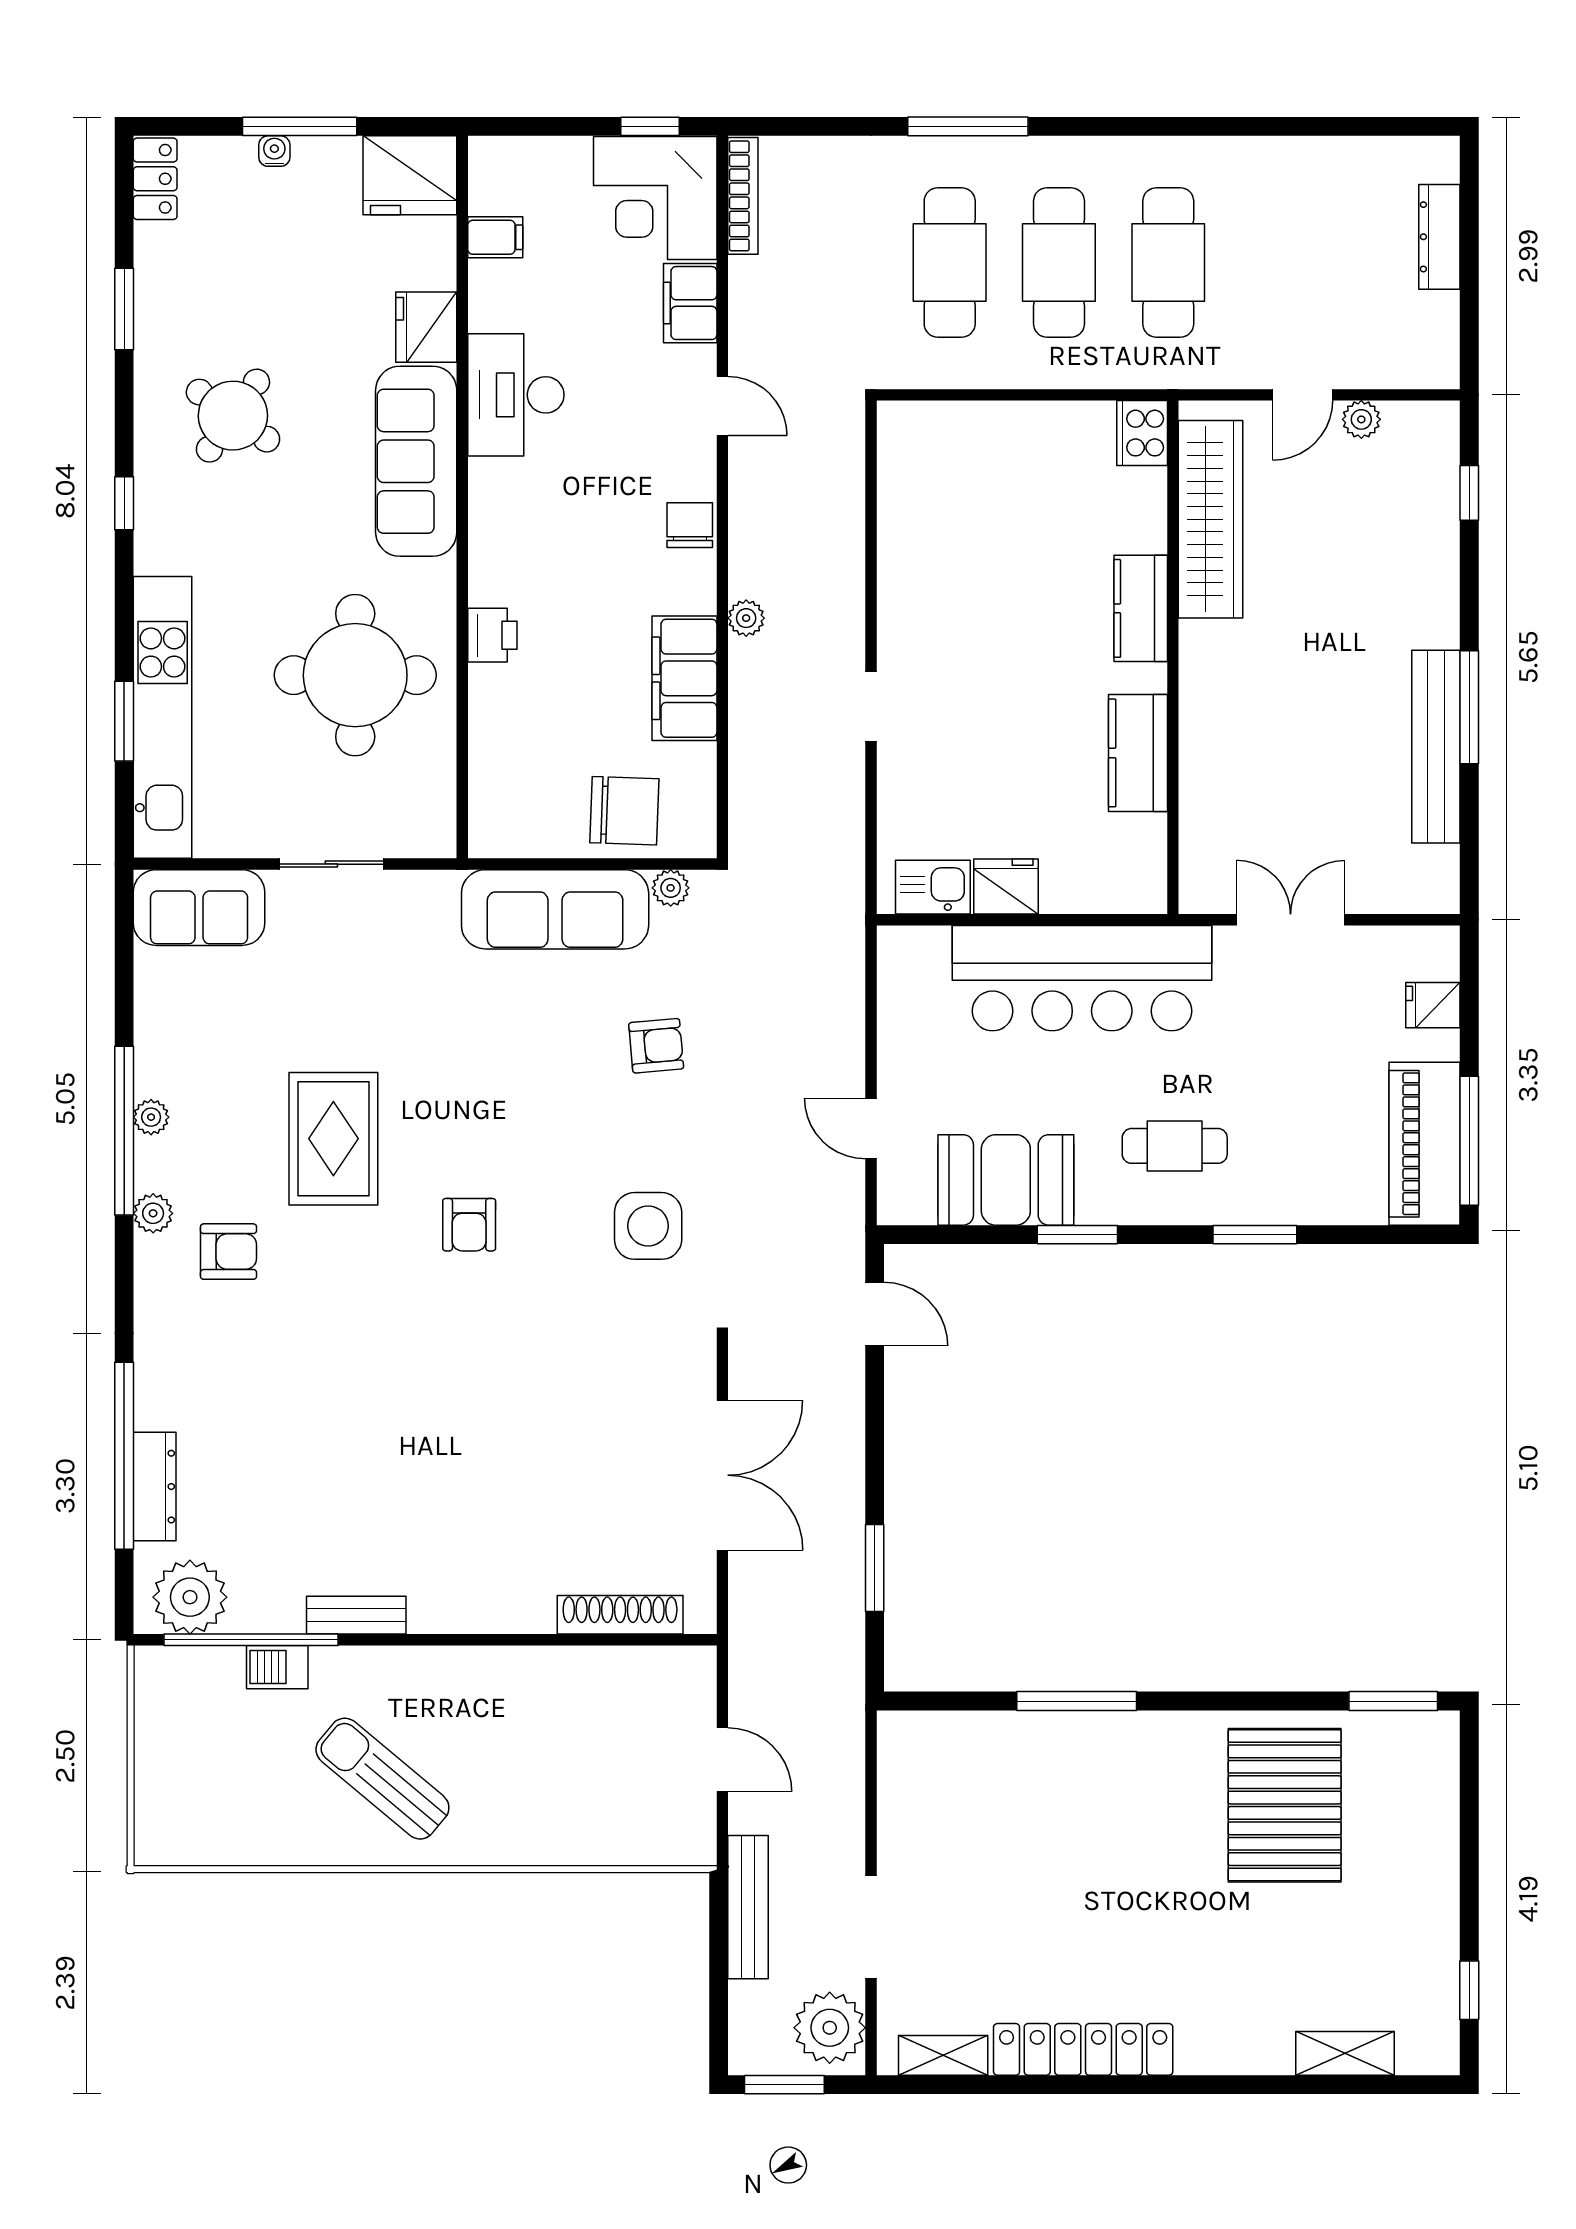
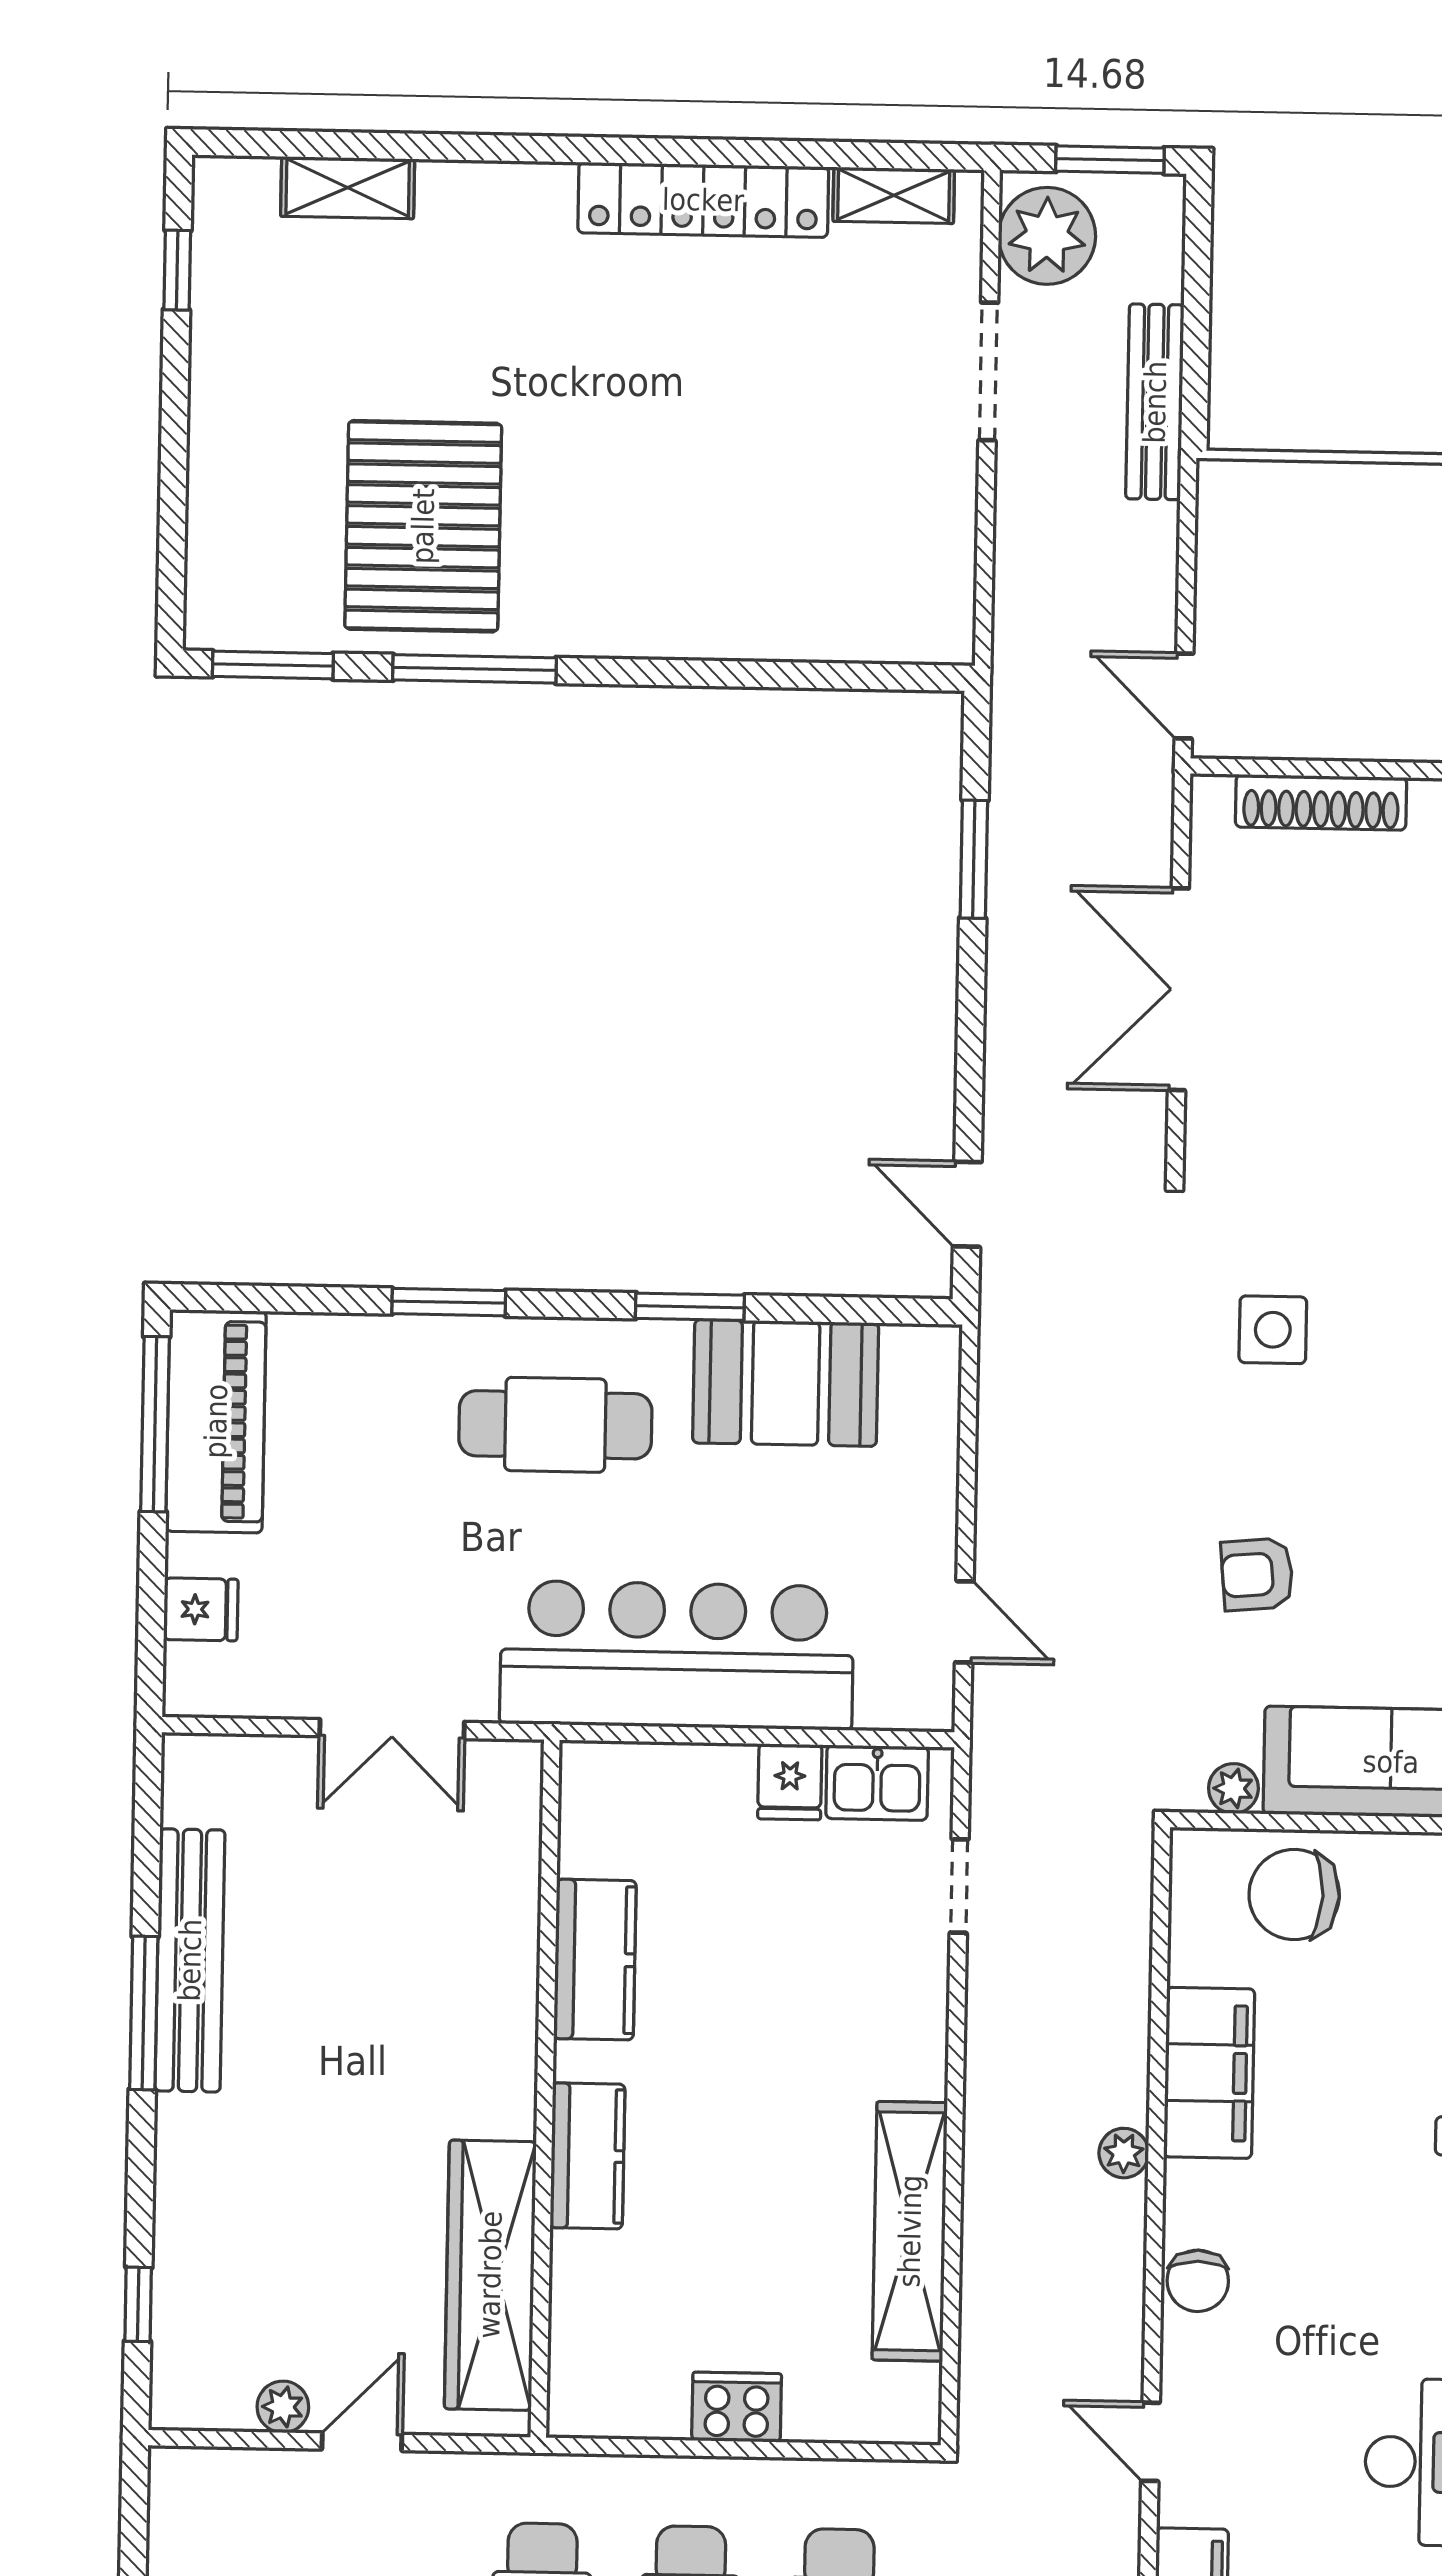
cooker: (1142, 433) -> (737, 2407), moved, turned -90
shelving: (903, 557) -> (910, 2231), added
doorway: (871, 706) -> (959, 1886), moved
fridge: (1006, 887) -> (790, 1782), width x0.72
door: (871, 1128) -> (964, 1622), moved
cafe table: (1175, 1146) -> (555, 1425), width x1.37, depth x1.35
side table: (648, 1226) -> (1273, 1330), width x0.73, depth x0.73
window: (1077, 1701) -> (475, 669), moved
door: (722, 1760) -> (1184, 696), moved

